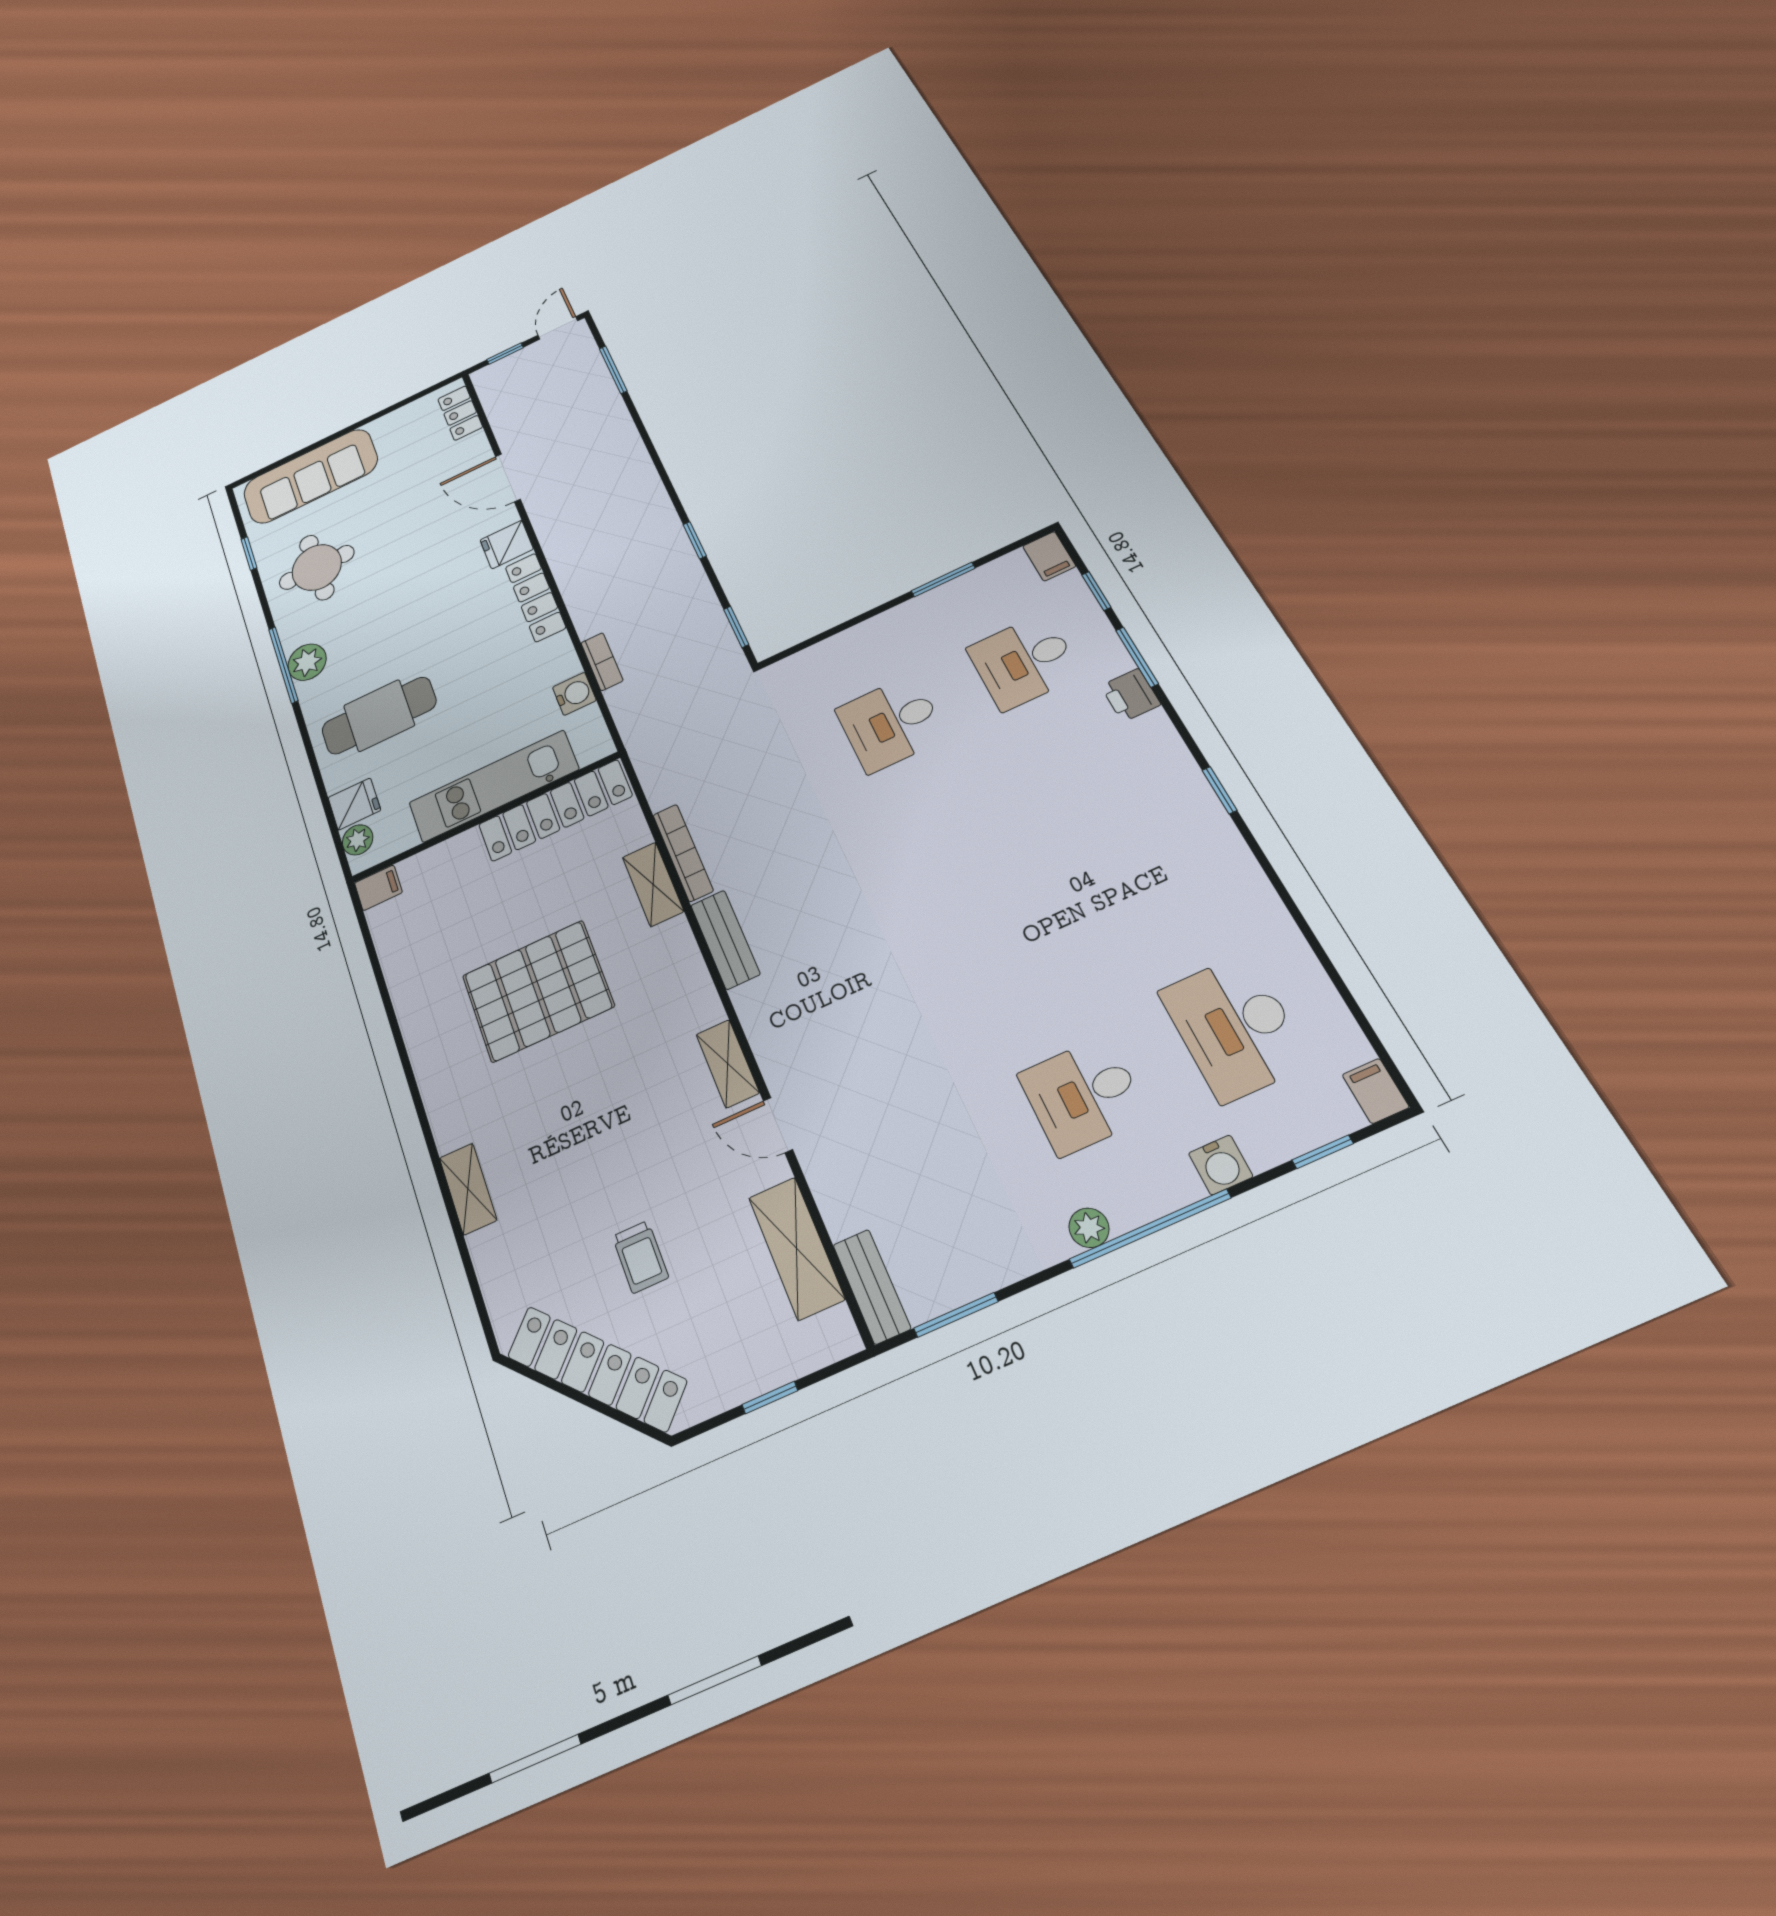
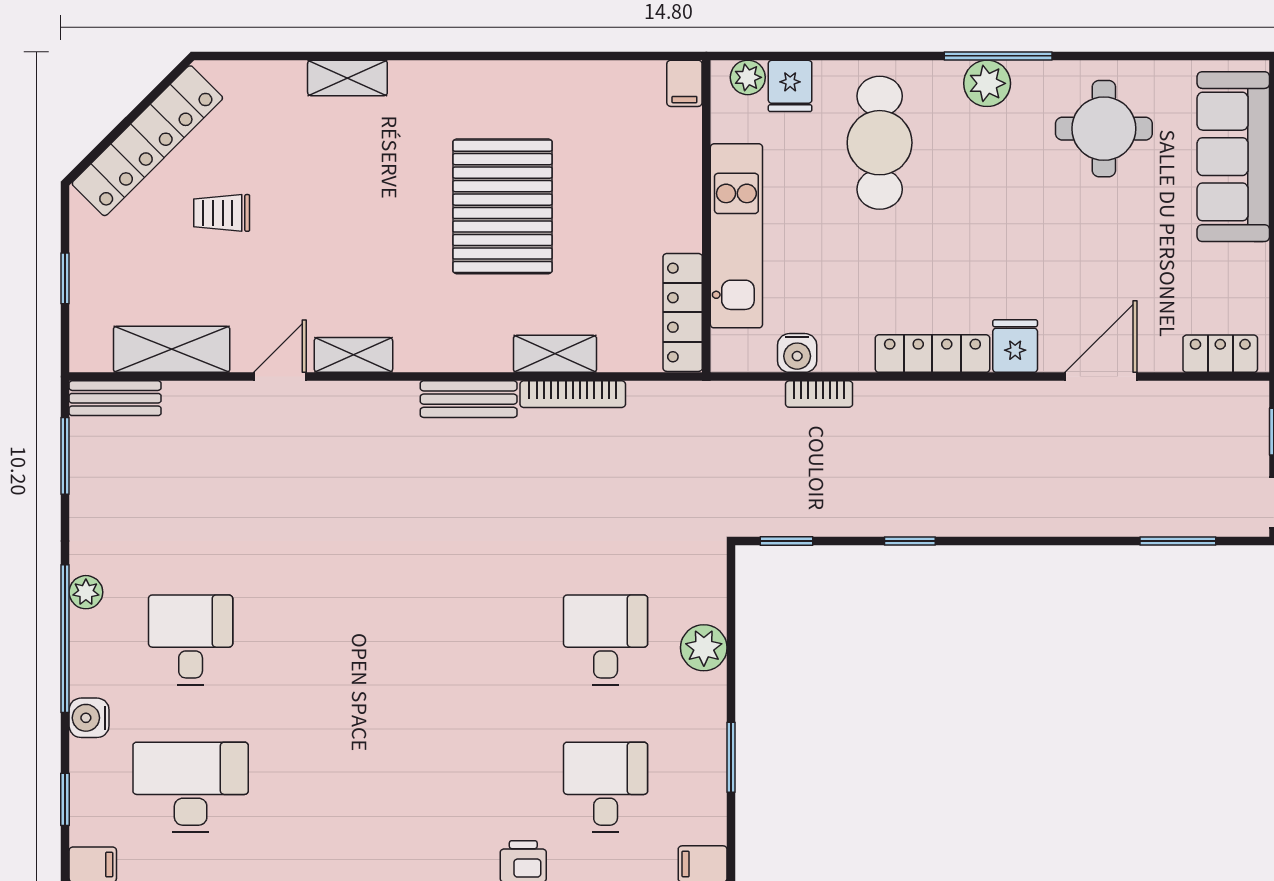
window: (249, 553) -> (1167, 56), removed
plant: (858, 645) -> (704, 648), added
locker: (555, 810) -> (683, 312), width x0.71, depth x0.83

